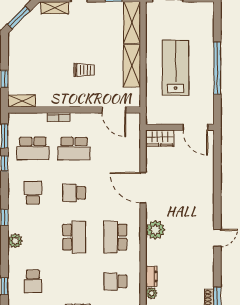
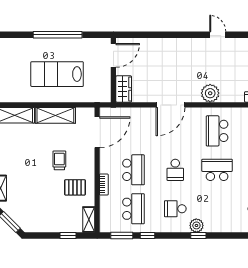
pallet: (56, 87) -> (75, 187), added
door: (114, 110) -> (97, 132), width x1.36
school desk: (115, 237) -> (217, 131), turned 90
plant: (15, 241) -> (196, 225), moved

